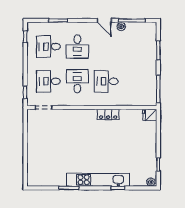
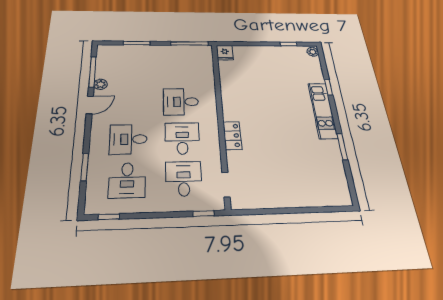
desk: (77, 47) -> (128, 139), turned 180
desk: (48, 81) -> (184, 179), turned 180
desk: (77, 81) -> (182, 138), turned 90
desk: (106, 81) -> (181, 102), turned 90
locker: (108, 114) -> (232, 135), moved
kitchen unit: (98, 180) -> (323, 110), width x0.73

